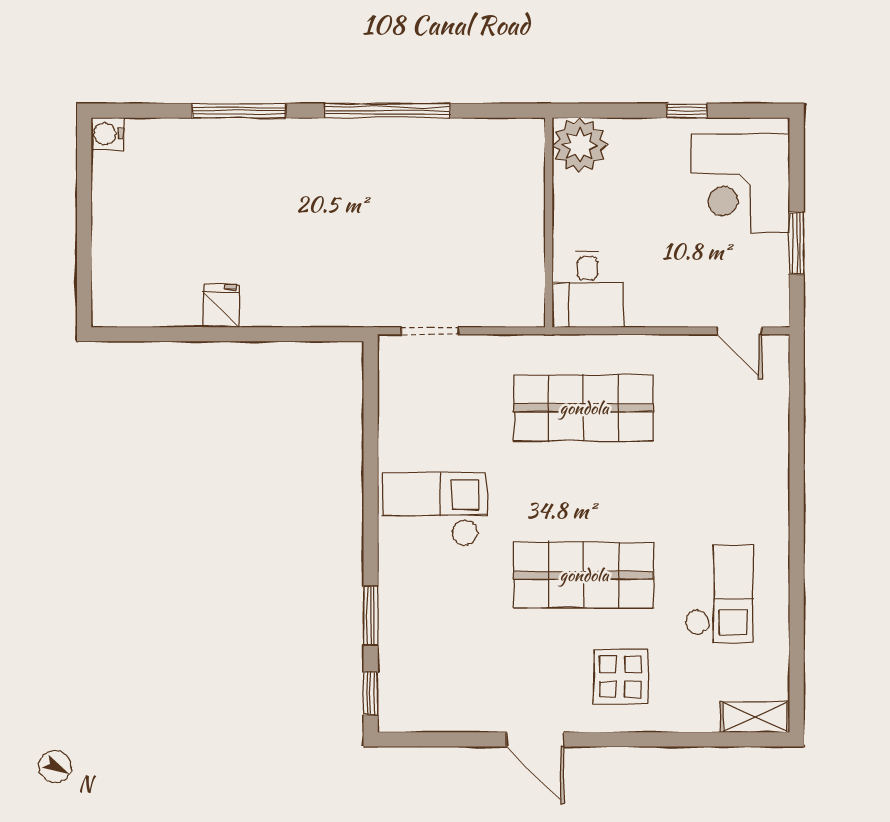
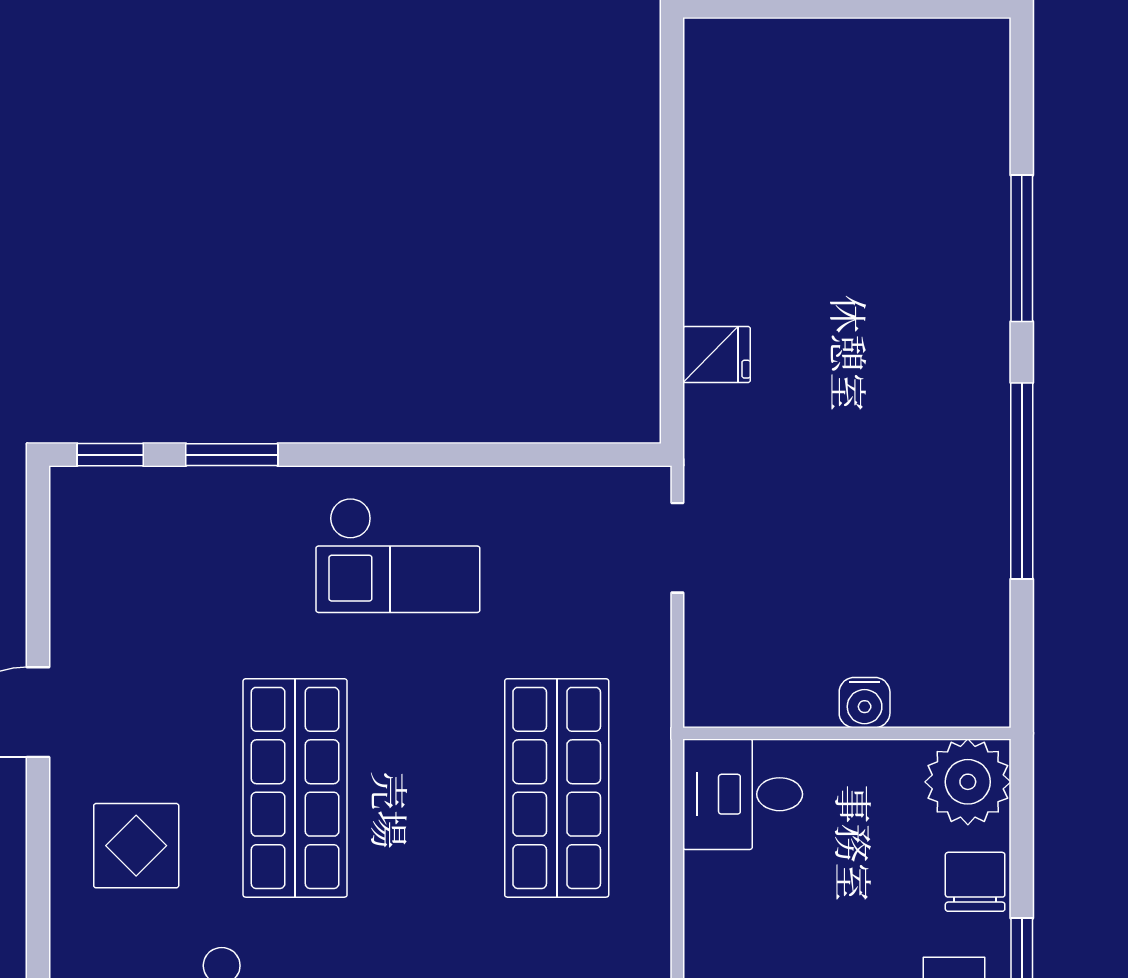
water cooler: (107, 134) -> (865, 703), moved, turned 180
chair: (644, 141) -> (975, 882), added
fridge: (221, 306) -> (717, 355), moved
checkout: (435, 509) -> (398, 555), turned 90

